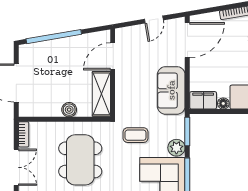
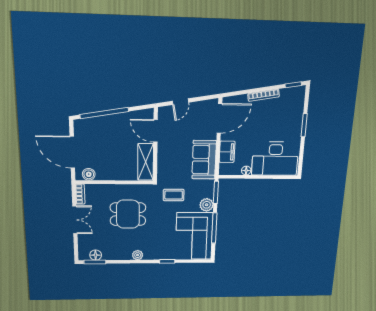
door: (154, 20) -> (180, 102), moved
door: (113, 56) -> (156, 131), hinge flipped
filing cabinet: (203, 100) -> (227, 152), moved, turned 90
boiler: (69, 110) -> (89, 174), moved
dining table: (80, 160) -> (128, 214), width x0.73

